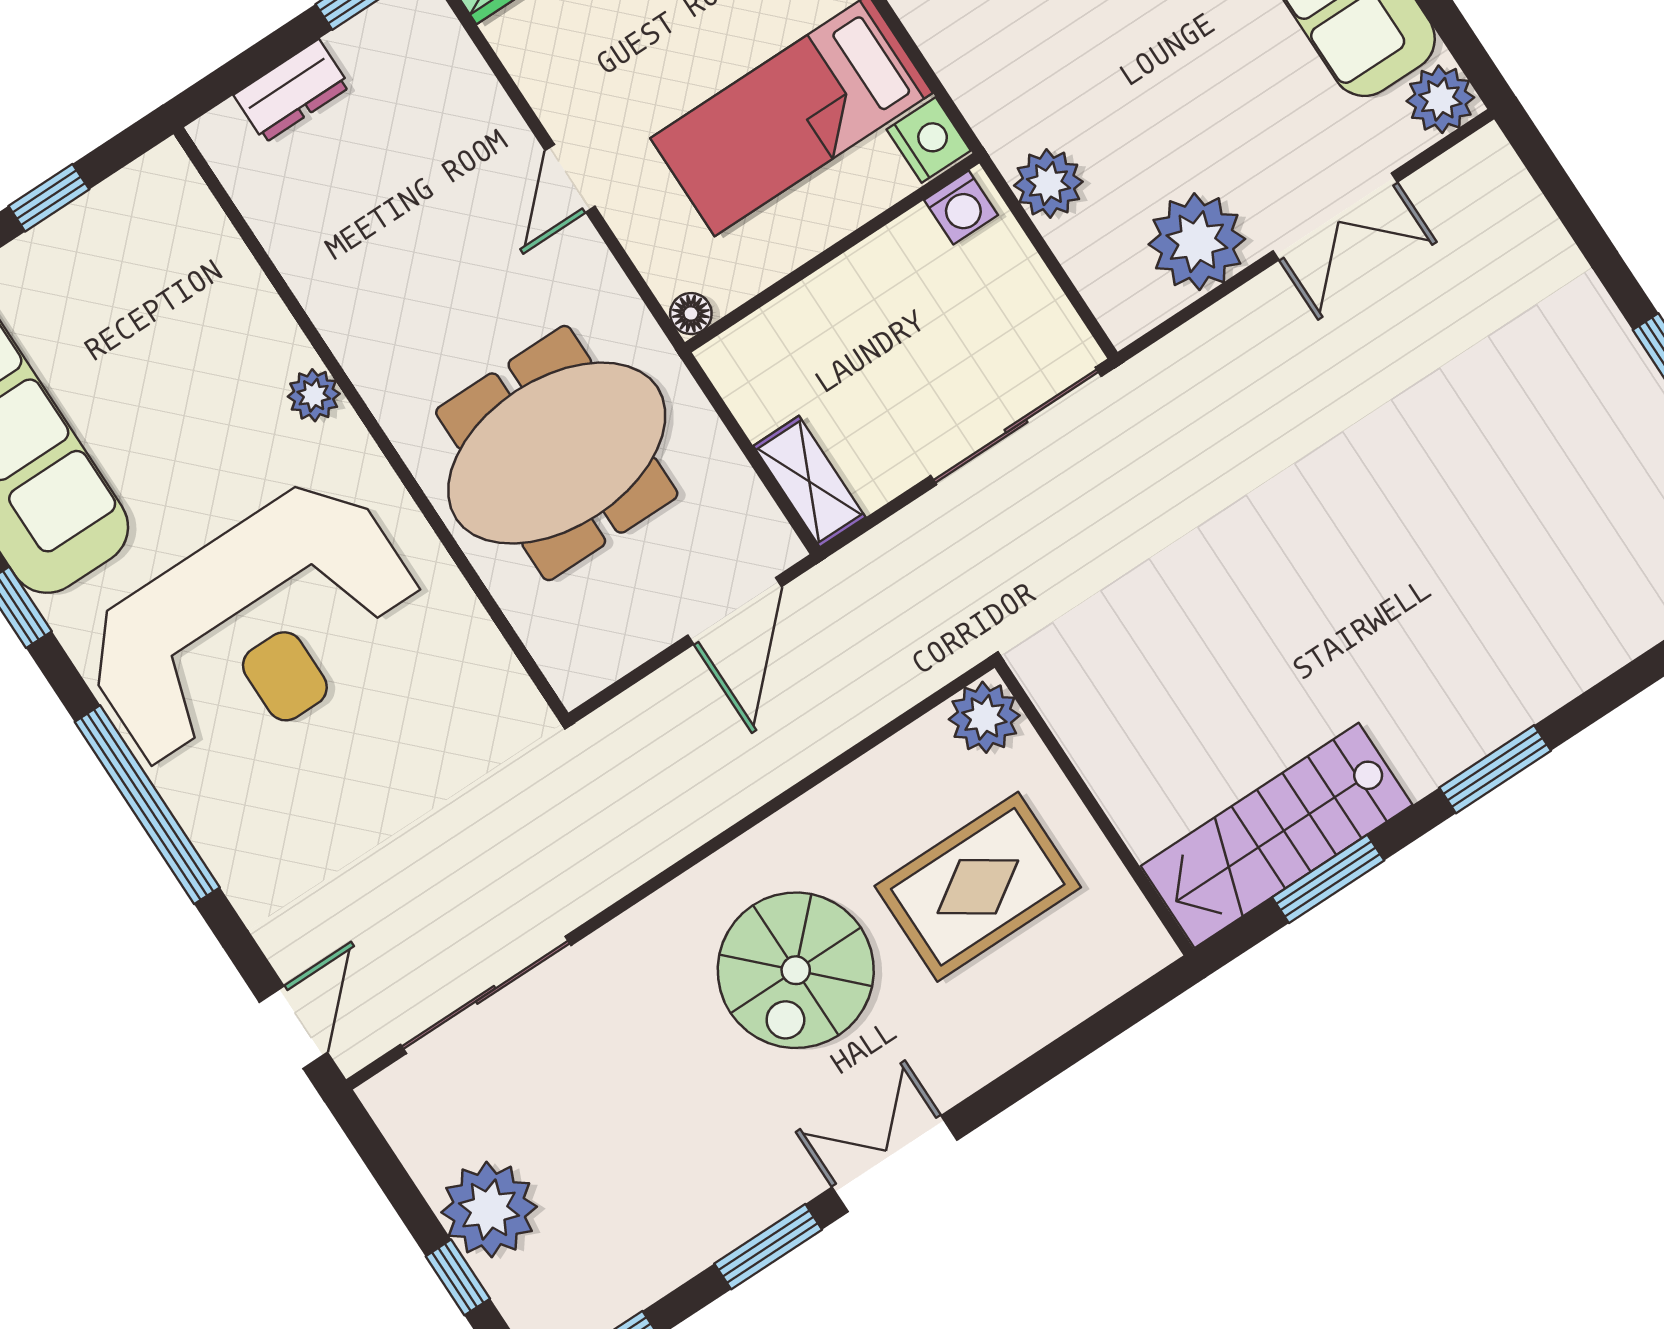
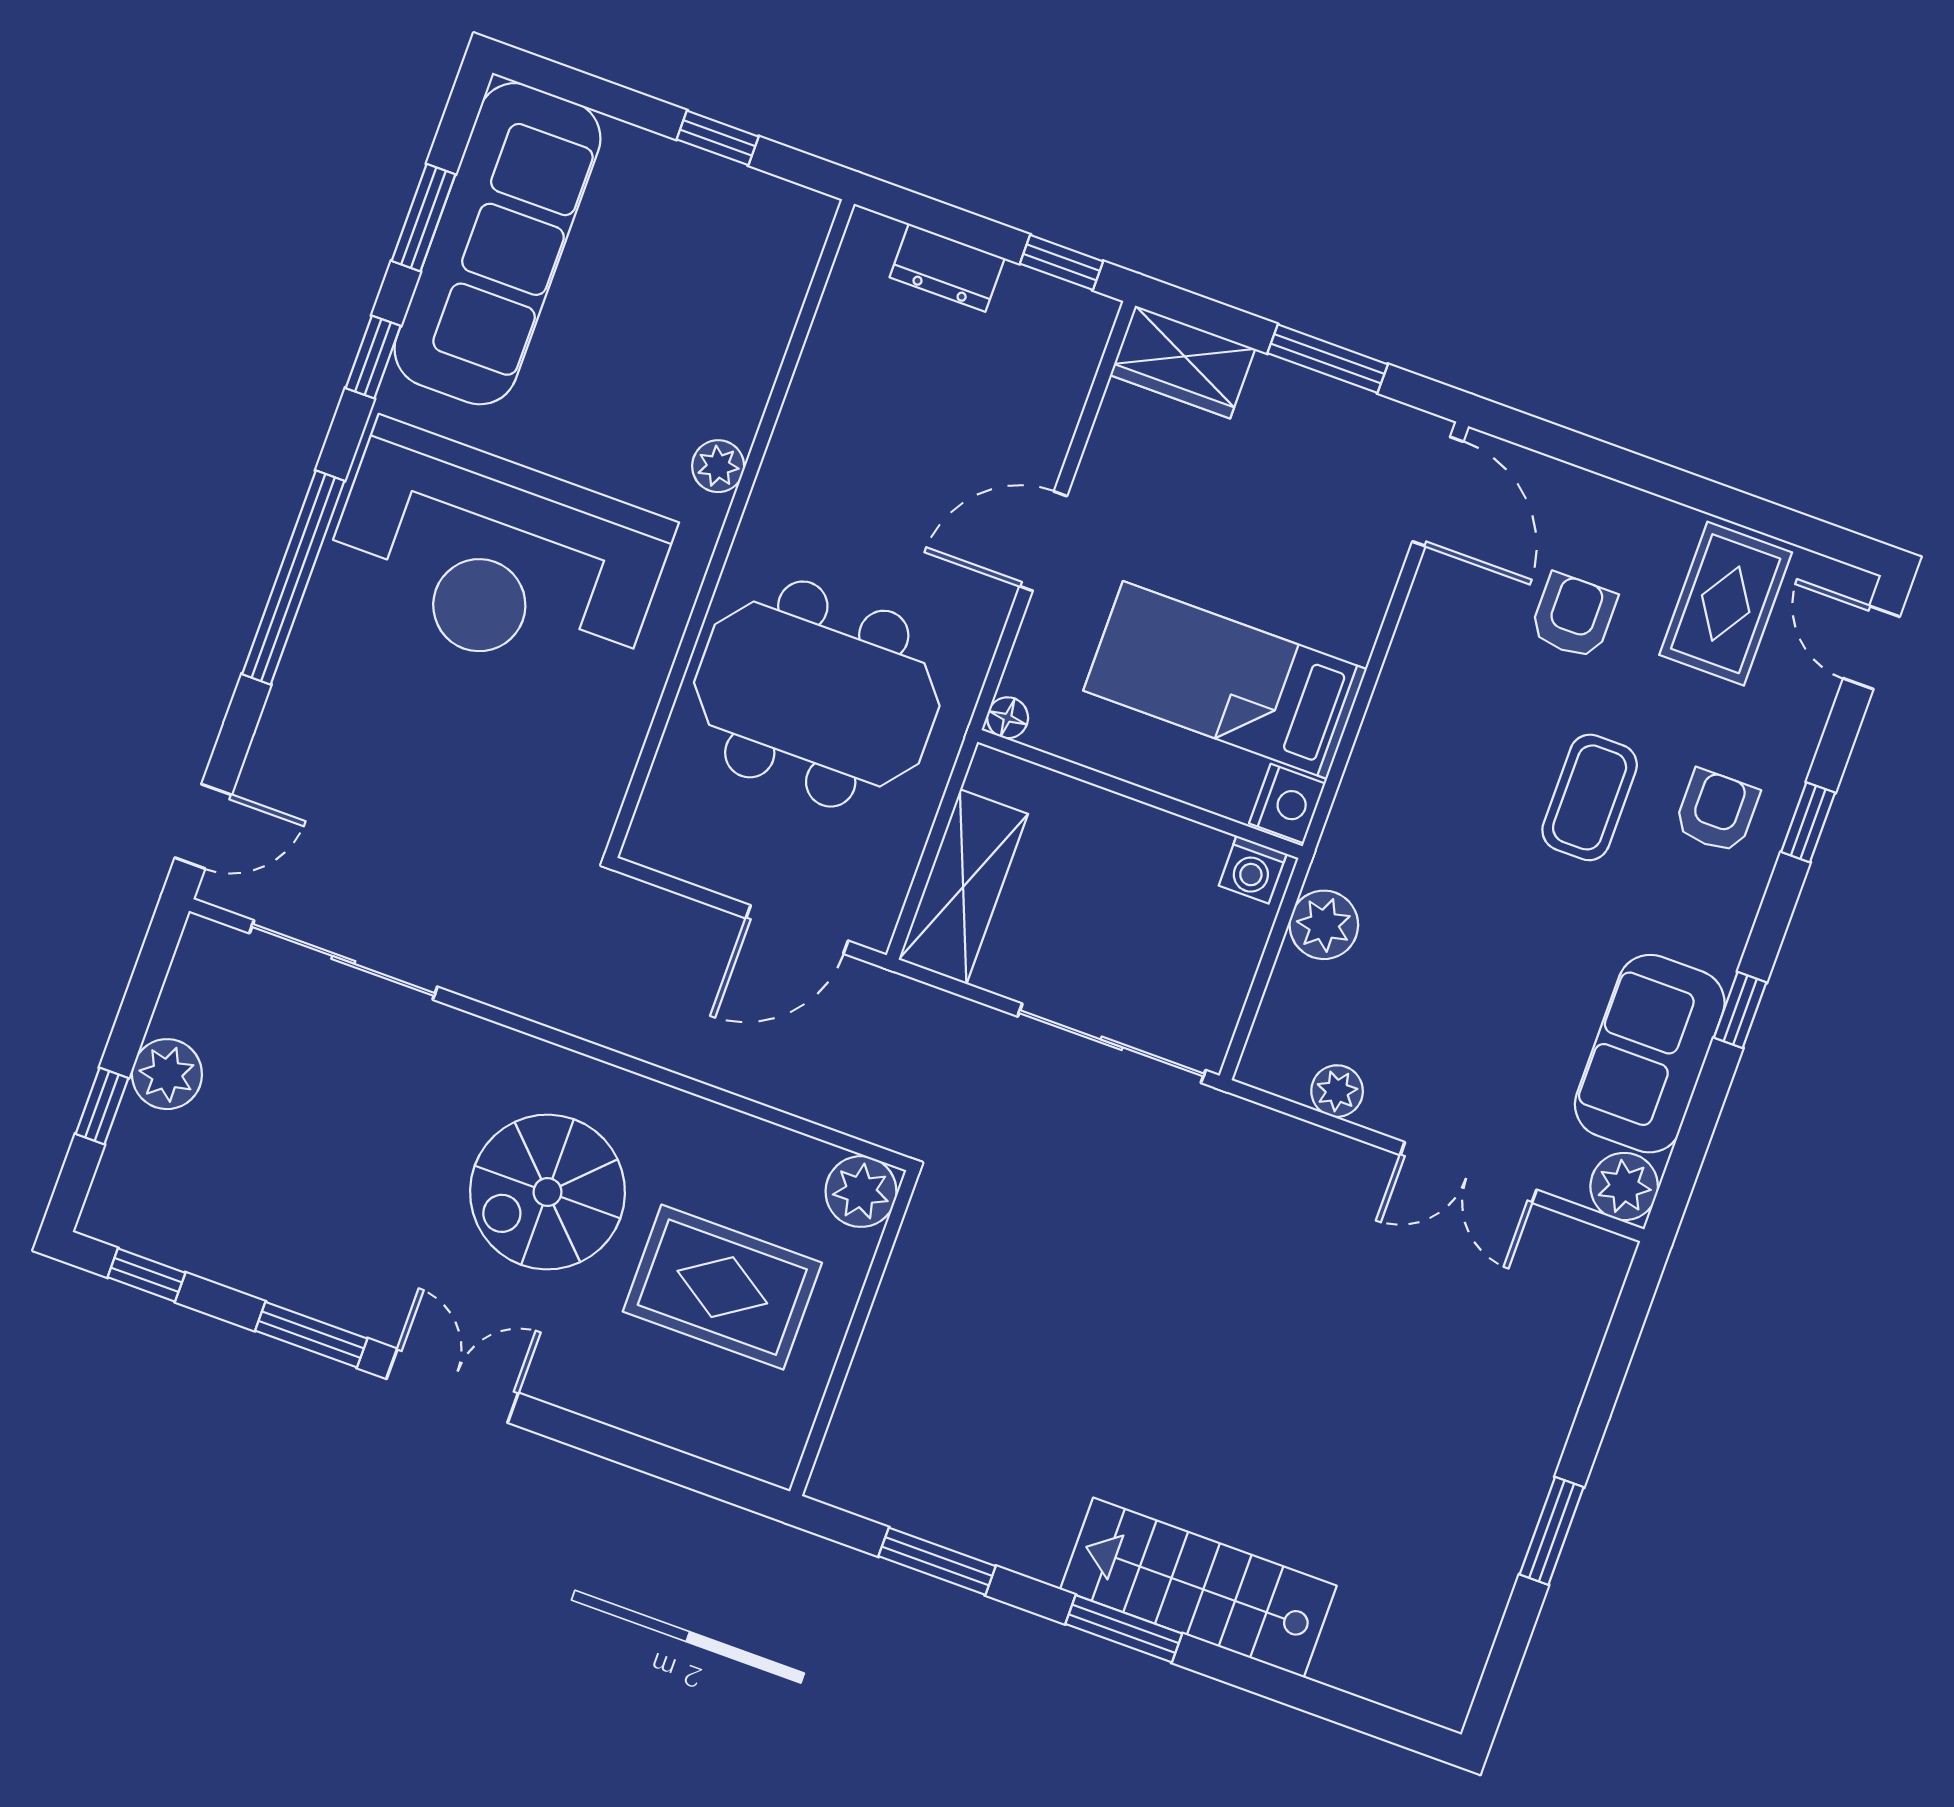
door: (570, 178) -> (1043, 541), width x1.38
plant: (1197, 242) -> (1337, 1091), width x0.53, depth x0.53
shelving: (809, 482) -> (963, 887), width x1.50, depth x1.33
stairs: (1277, 835) -> (1198, 1588), moved
plant: (489, 1210) -> (167, 1074), width x0.73, depth x0.73

